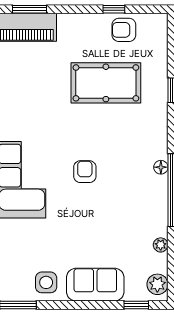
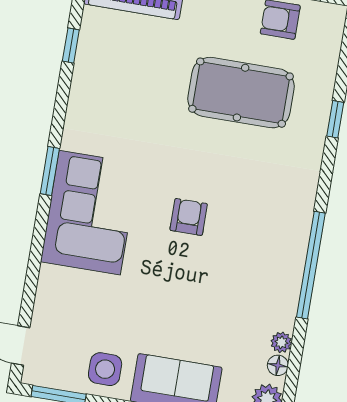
floor lamp: (161, 167) -> (278, 365), moved

